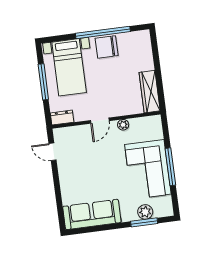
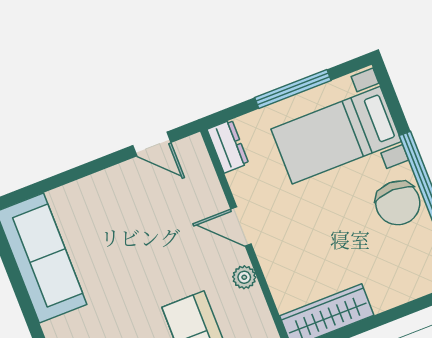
chair: (107, 47) -> (398, 203), turned 180
door: (53, 152) -> (152, 144), swing flipped

